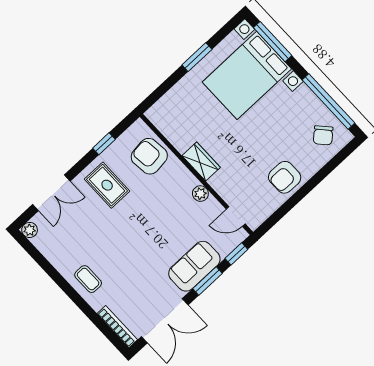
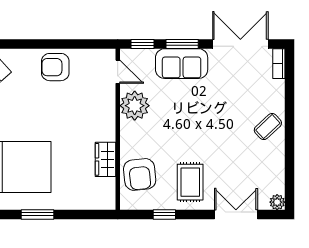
wardrobe: (201, 162) -> (105, 159), moved
armchair: (285, 177) -> (55, 67), turned 180
plant: (200, 194) -> (135, 106), width x1.87, depth x1.87
coffee table: (88, 279) -> (268, 127), turned 47
bookcase: (117, 327) -> (279, 64), width x0.64

